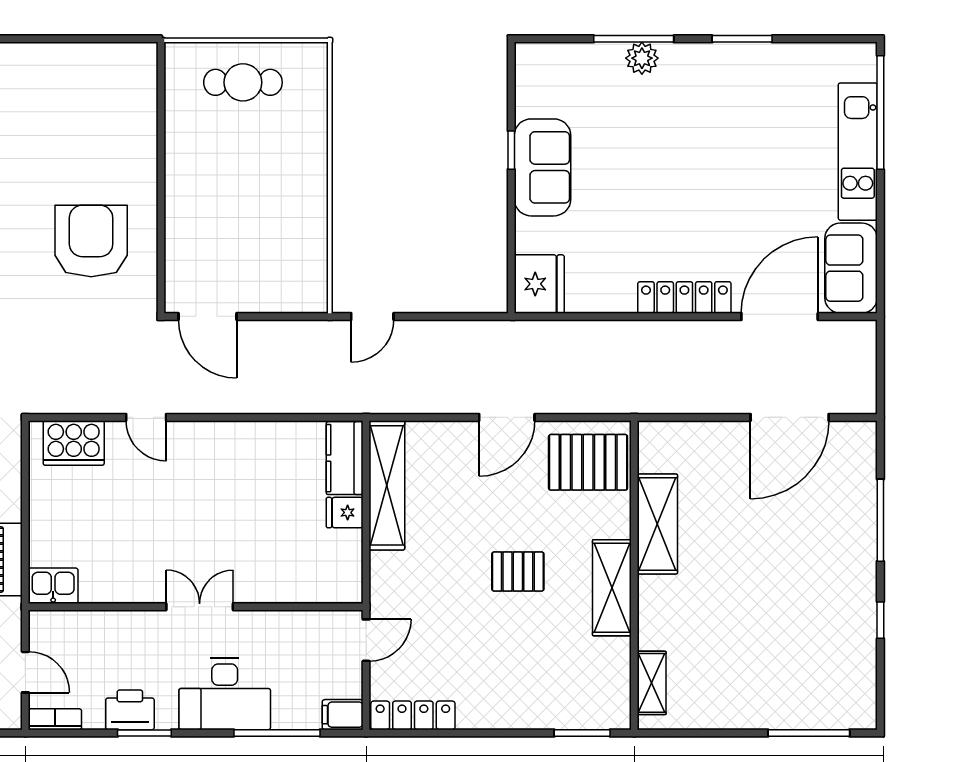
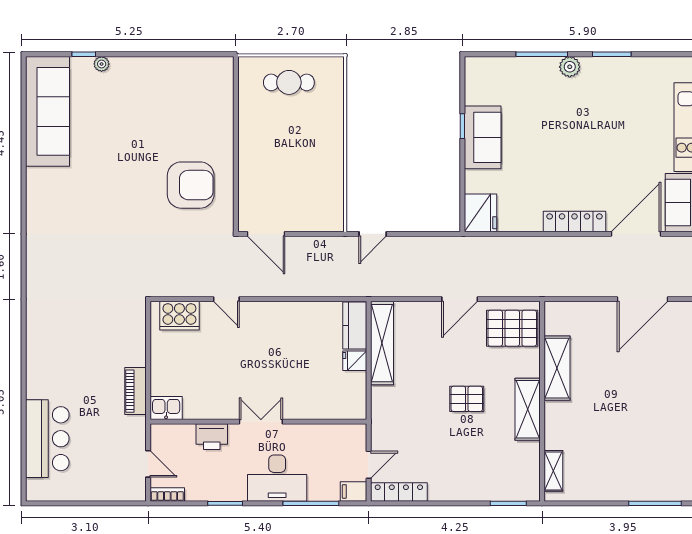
plant: (642, 58) -> (570, 67), moved
armchair: (91, 241) -> (191, 185), turned 90
door: (366, 640) -> (369, 465), moved
printer: (130, 710) -> (212, 437), moved, turned 180

